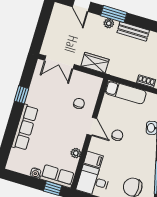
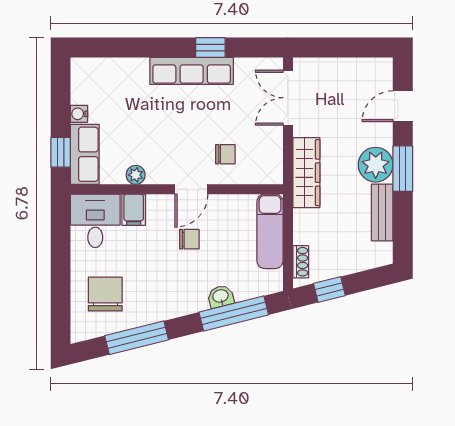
plant: (109, 23) -> (376, 165), width x1.88, depth x1.88
wardrobe: (95, 63) -> (306, 173), width x1.50
row of seats: (25, 127) -> (192, 71), moved

